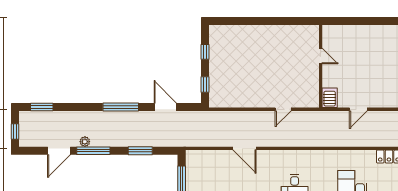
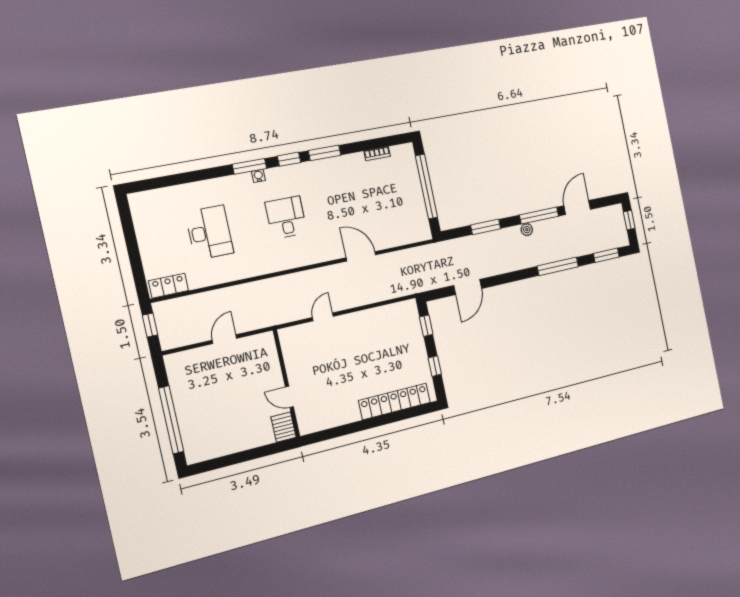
locker: (242, 33) -> (395, 401), added
server rack: (330, 98) -> (284, 427), moved, turned 180
window: (121, 107) -> (558, 266), moved
door: (165, 107) -> (468, 287), hinge flipped
plant: (85, 142) -> (527, 230), moved

